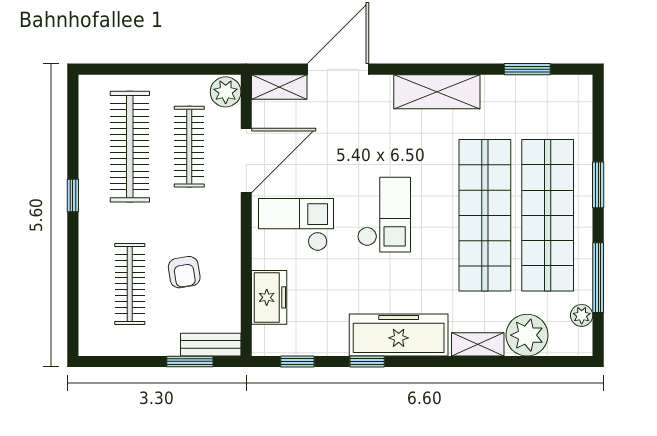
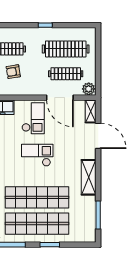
window: (527, 69) -> (98, 215), width x1.44
checkout: (384, 215) -> (37, 155), turned 180

